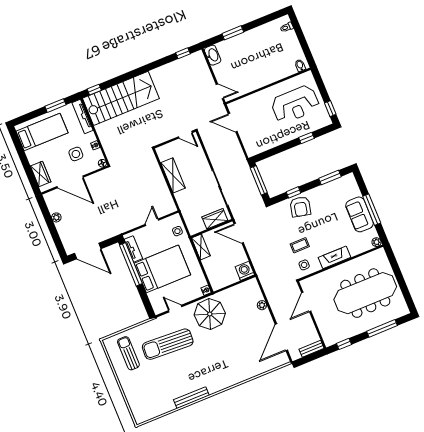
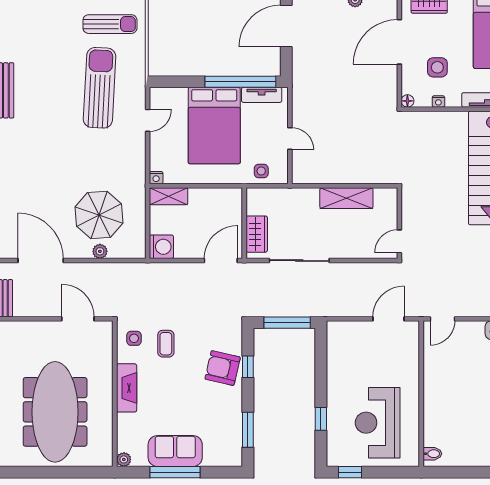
shelving: (201, 247) -> (169, 196), moved
parasol: (210, 314) -> (99, 215), moved

